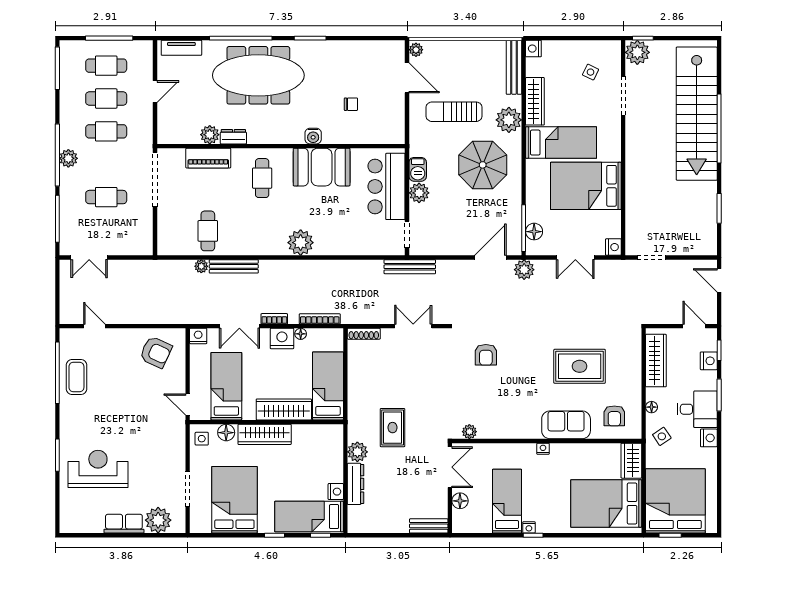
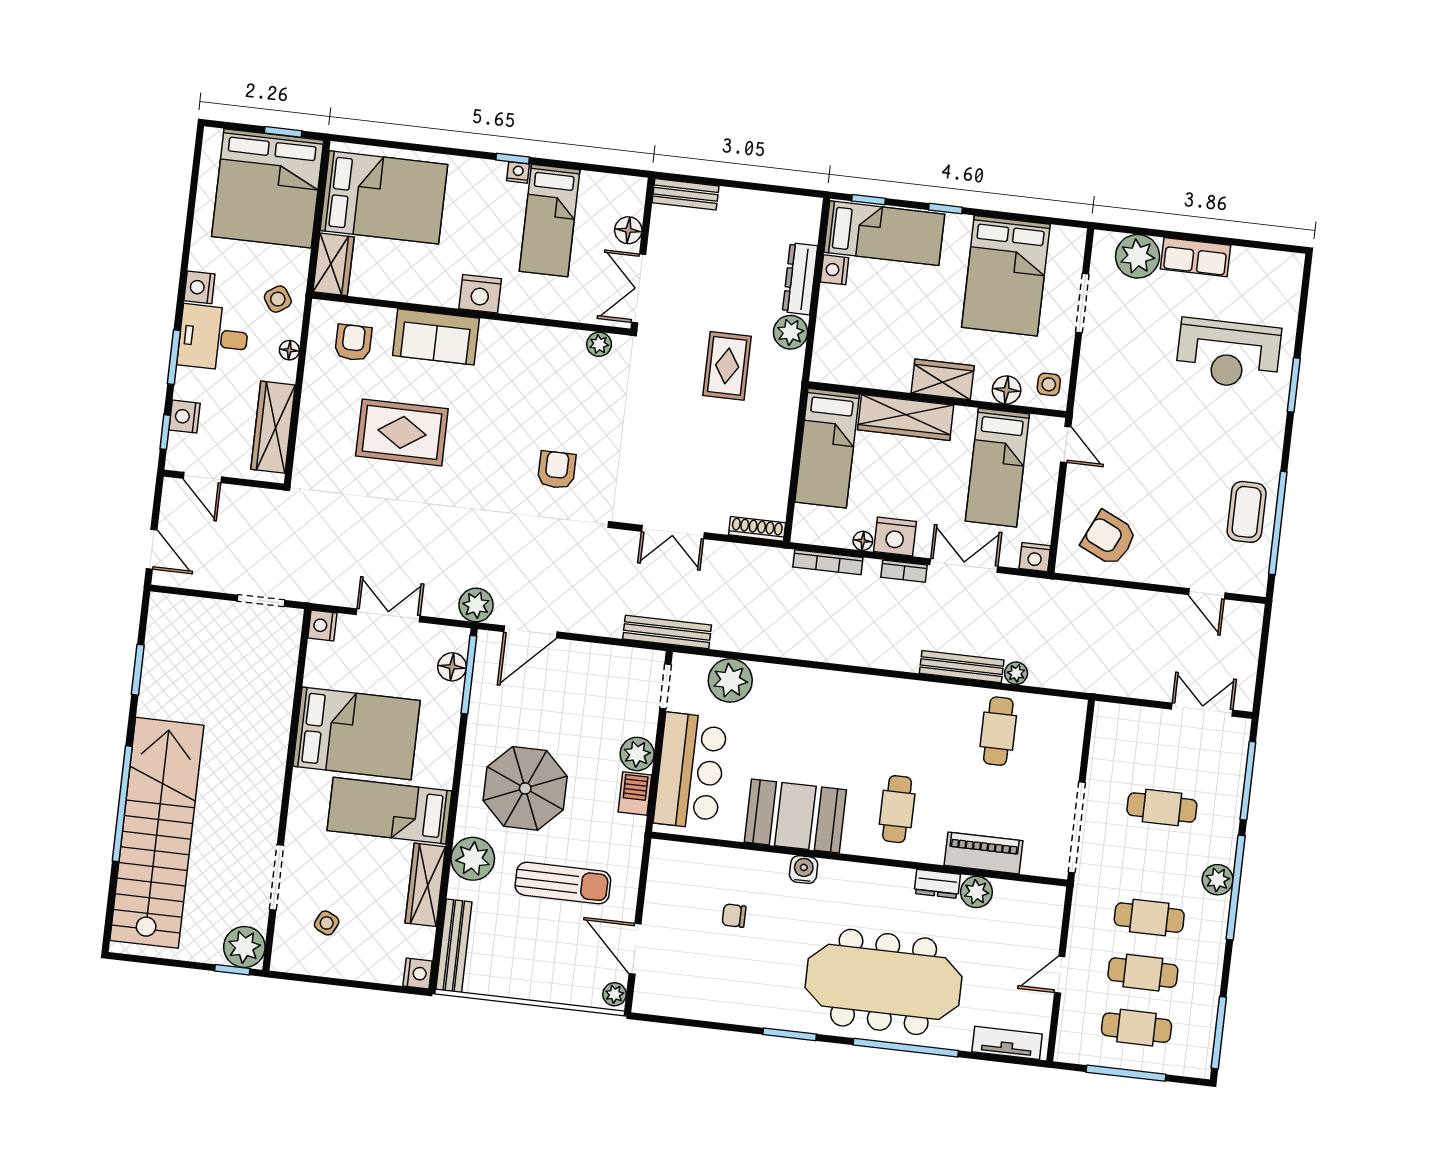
plant: (301, 243) -> (730, 680), moved
wardrobe: (265, 434) -> (943, 379), width x0.67
nightstand: (543, 449) -> (480, 294), width x1.89, depth x1.79

